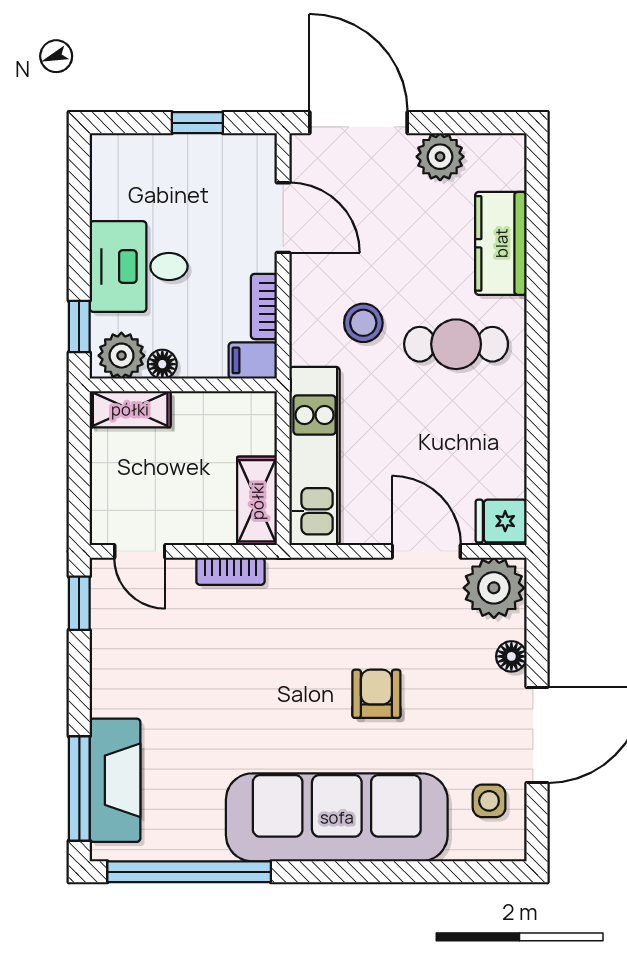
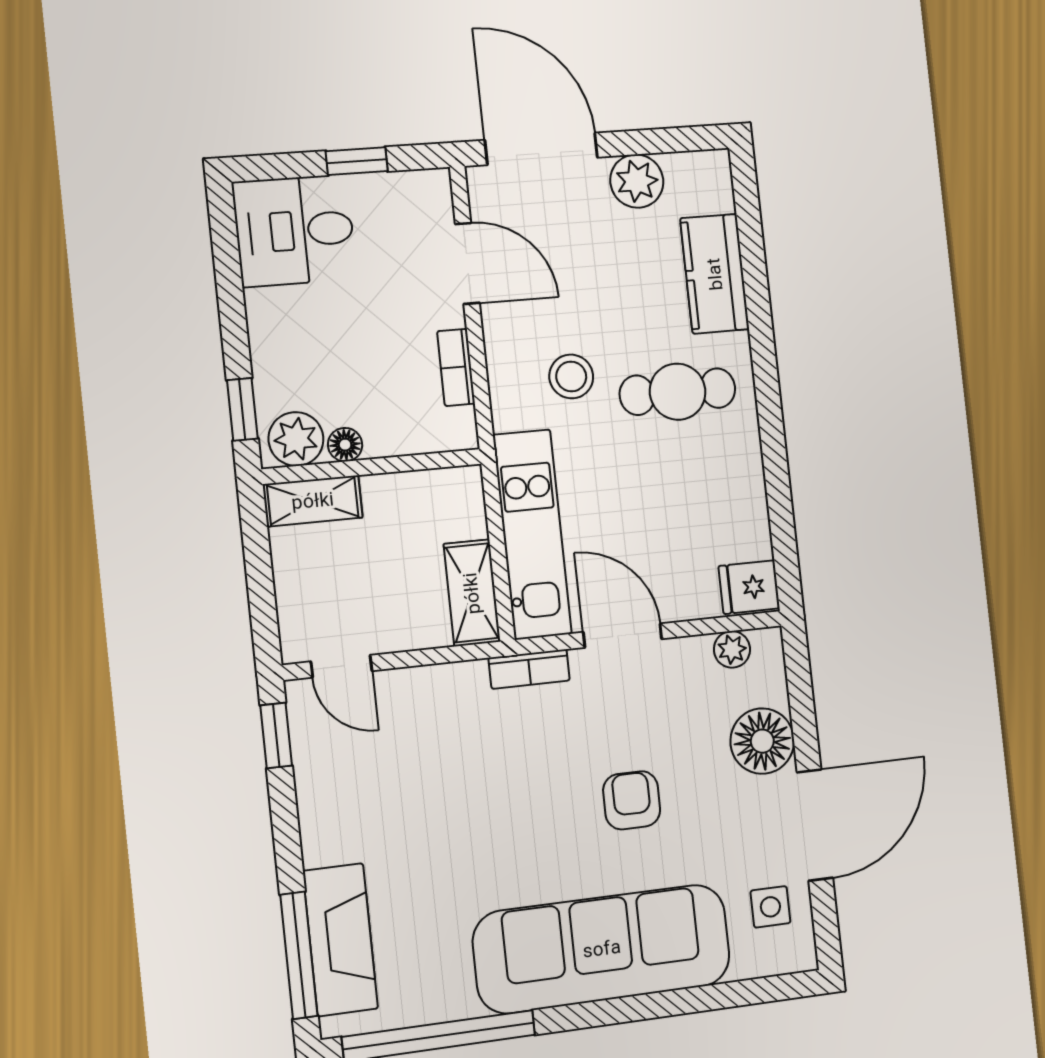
desk: (139, 267) -> (295, 231), moved
filing cabinet: (253, 360) -> (450, 431), removed
door: (426, 551) -> (623, 636), moved
bookcase: (230, 571) -> (529, 669), moved
plant: (494, 588) -> (732, 649), width x0.53, depth x0.53
floor lamp: (511, 656) -> (762, 741), width x1.89, depth x1.89

